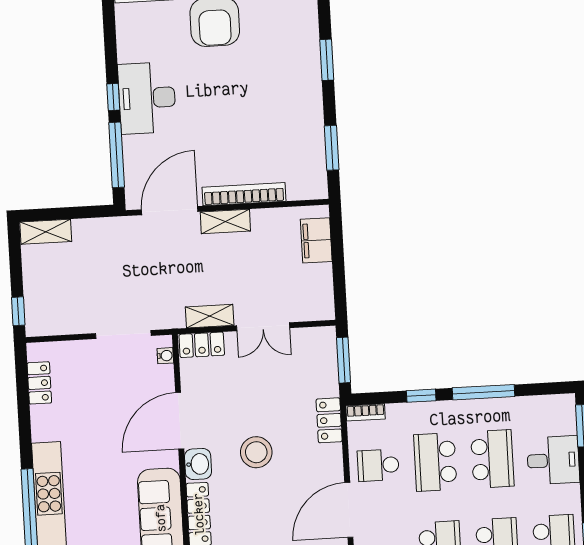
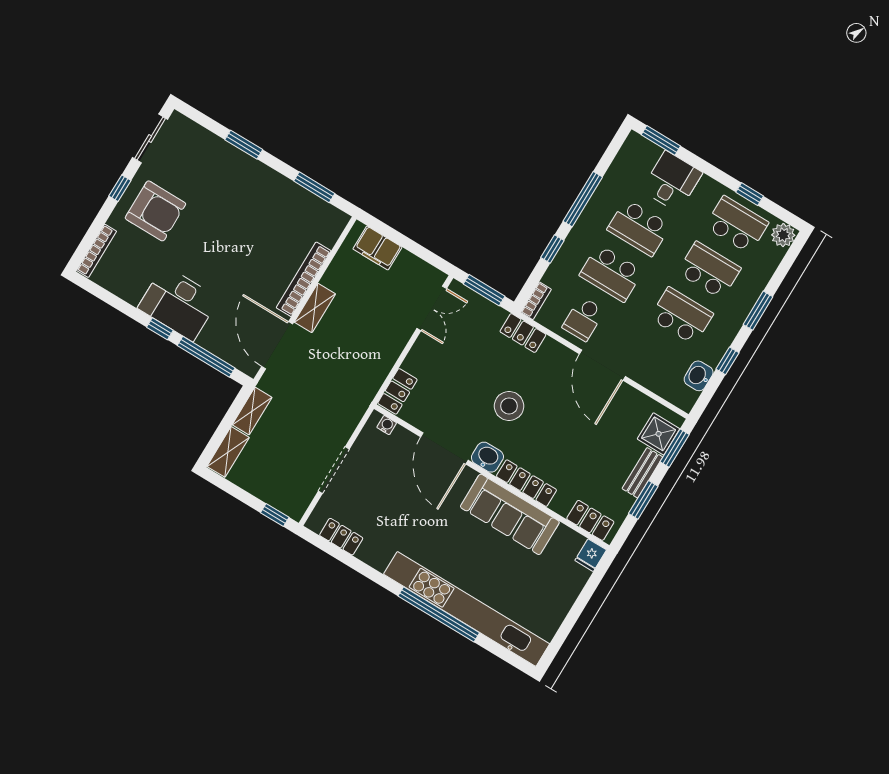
shelving: (210, 316) -> (252, 411), moved
double door: (263, 327) -> (432, 308), moved
doorway: (123, 335) -> (334, 470), moved
school desk: (492, 459) -> (639, 228), turned 180

